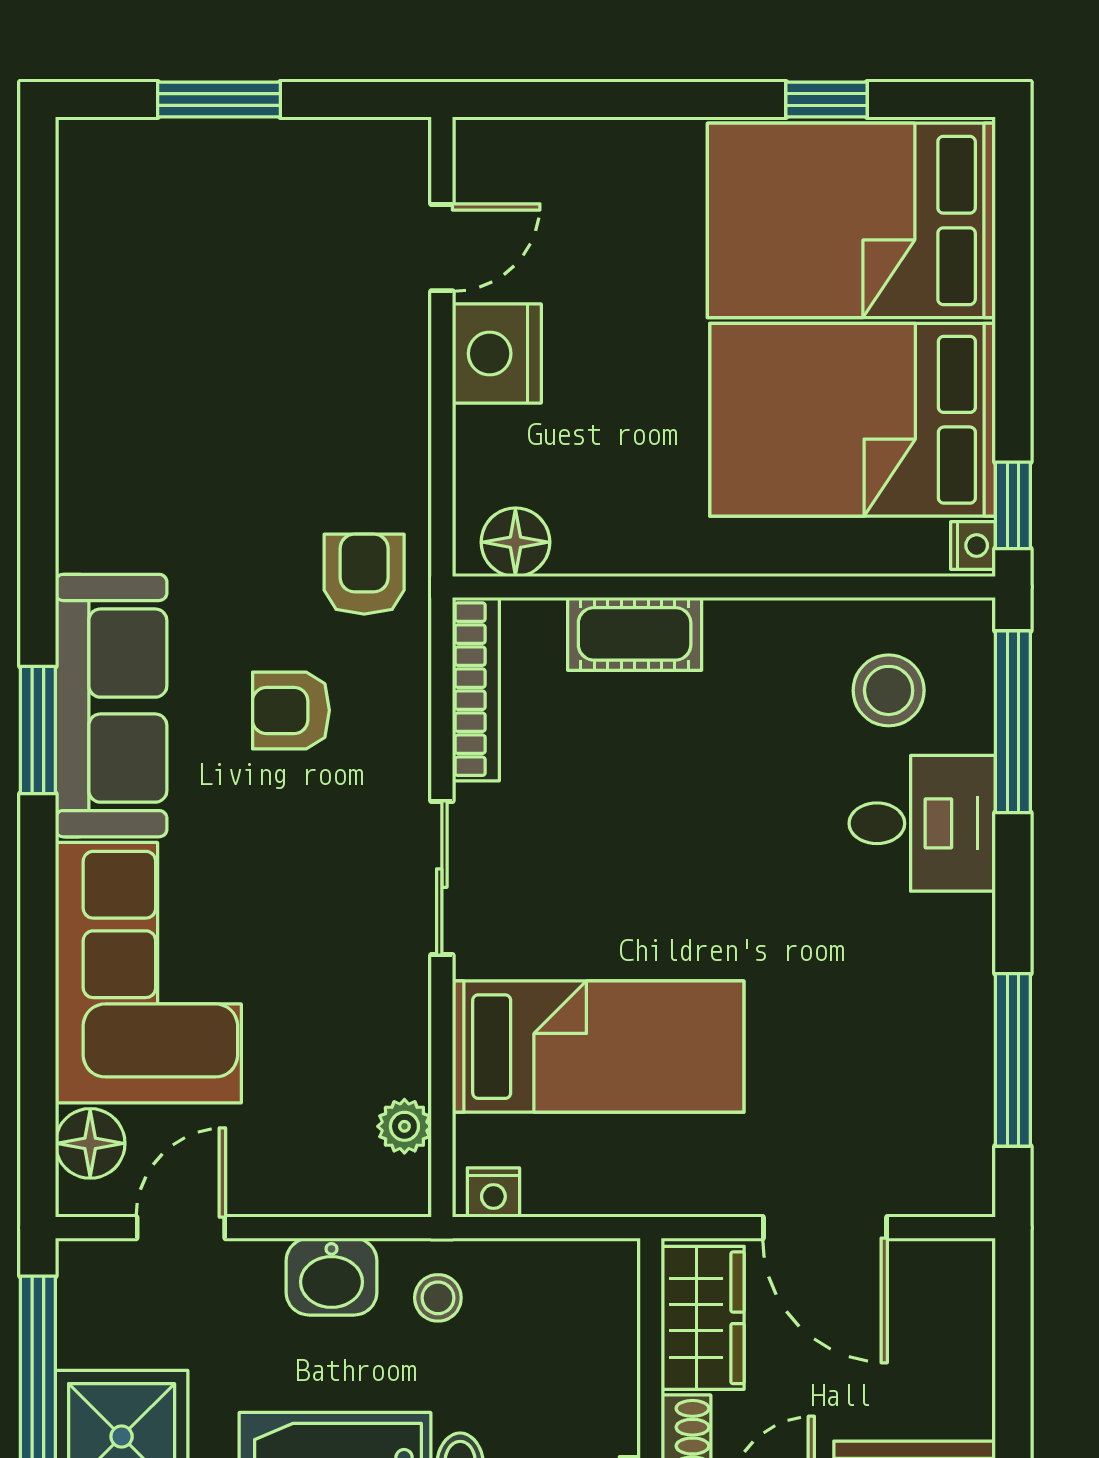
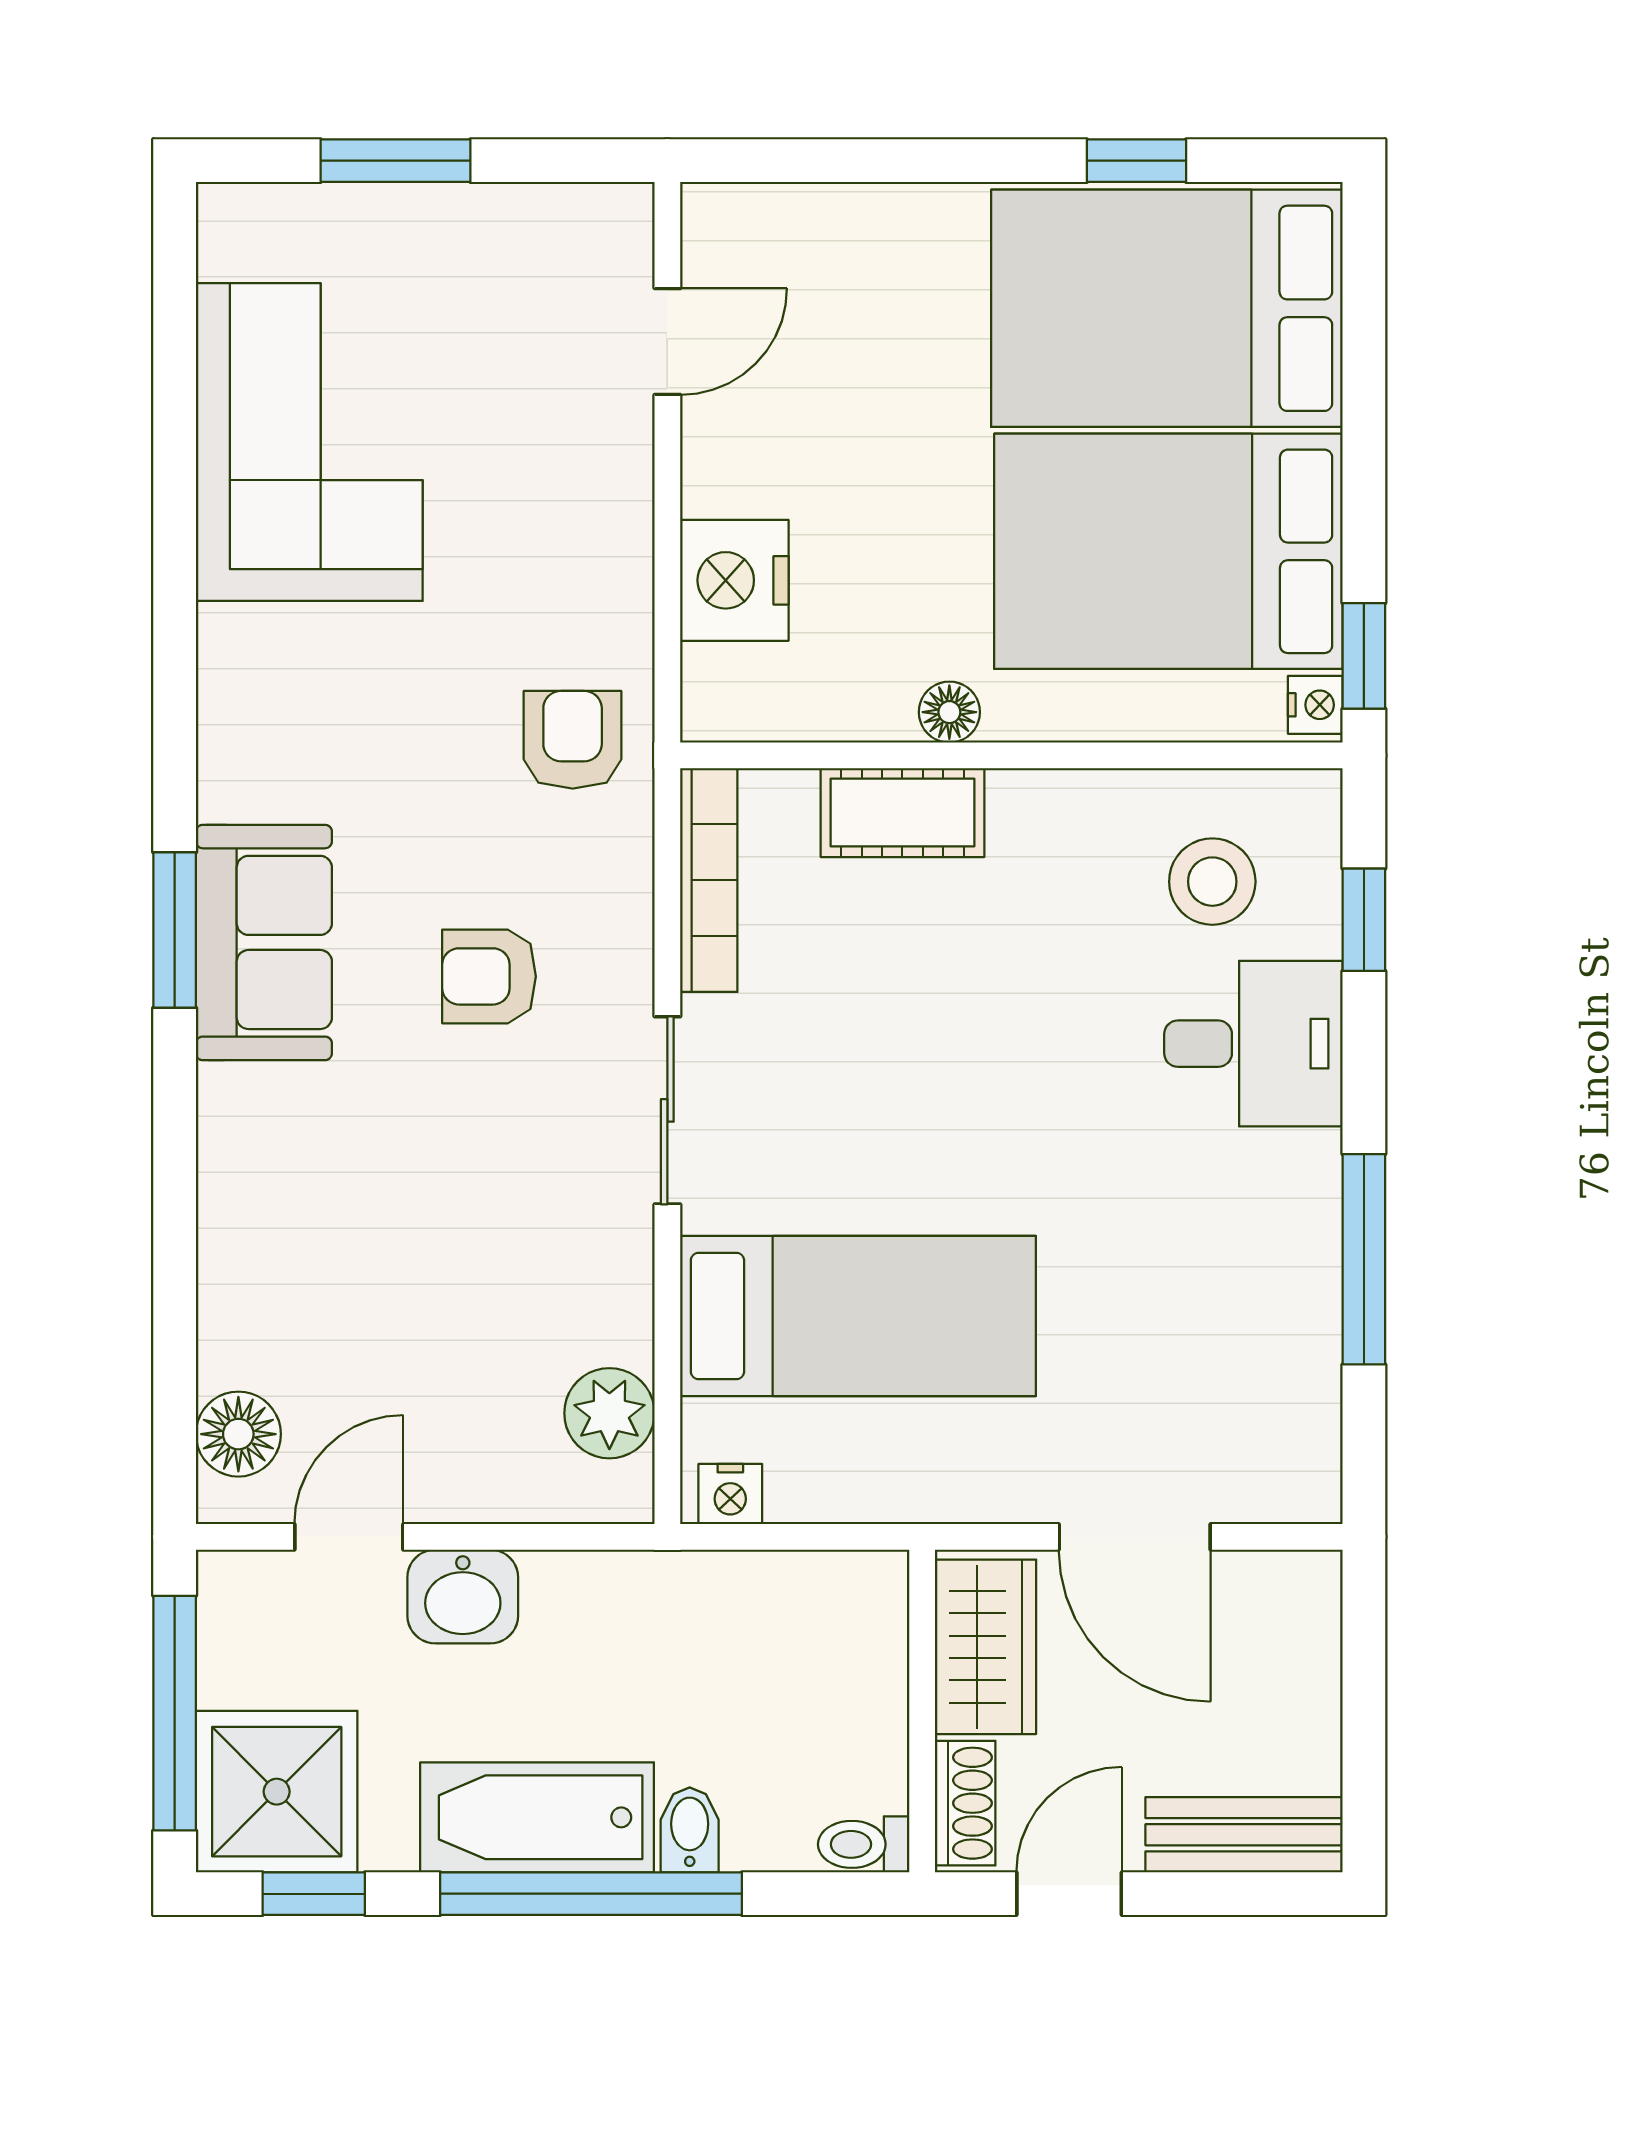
nightstand: (497, 354) -> (734, 580), moved
floor lamp: (515, 542) -> (949, 712), moved, width x0.73, depth x0.73
sofa: (111, 706) -> (264, 942), width x0.73
armchair: (291, 710) -> (489, 976), moved
window: (1013, 722) -> (1364, 920), width x0.46
corner sofa: (148, 973) -> (309, 442), moved
window: (1013, 1060) -> (1364, 1259), moved
plant: (404, 1126) -> (609, 1413), width x1.38, depth x1.38
washbasin: (332, 1277) -> (463, 1597), moved
stool: (438, 1298) -> (663, 1622), removed

